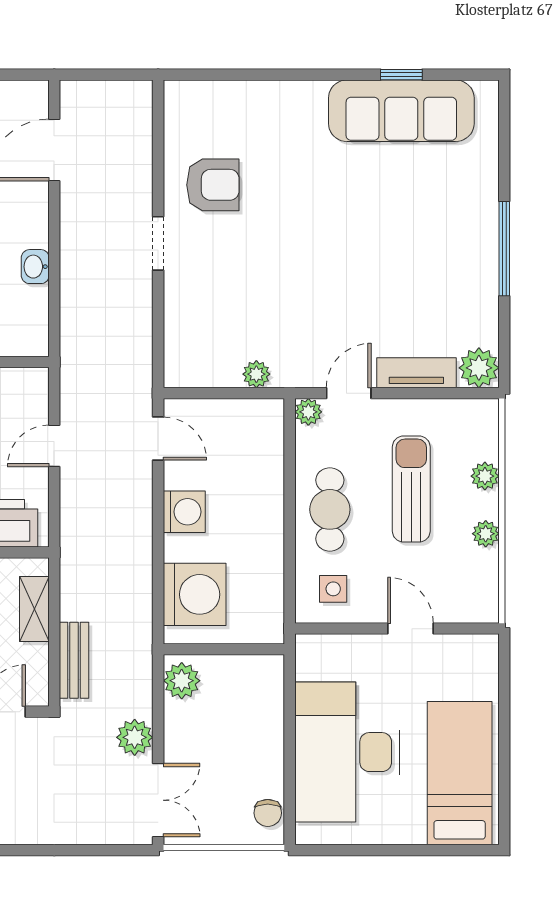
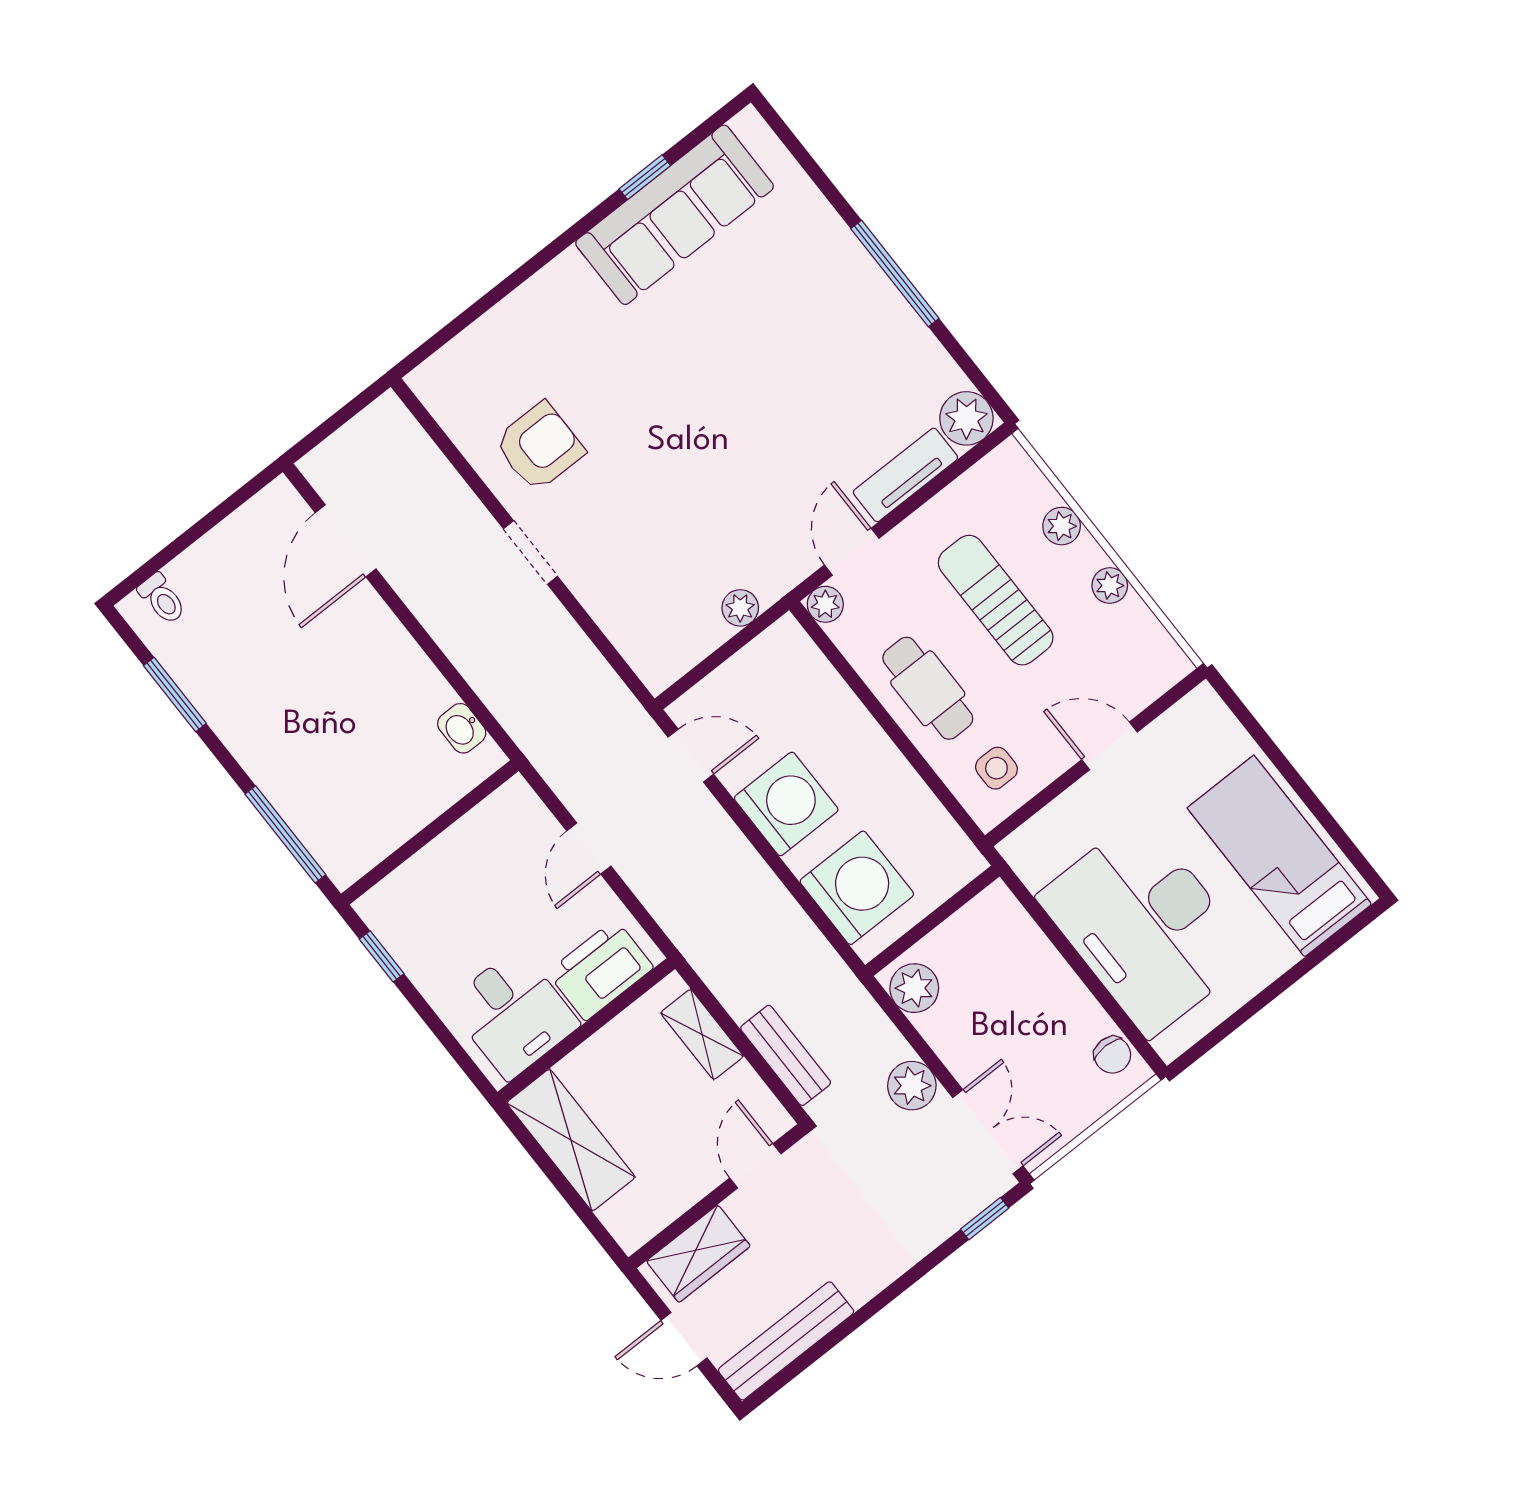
washbasin: (35, 267) -> (462, 728), moved
washing machine: (184, 512) -> (786, 804), width x1.37, depth x1.37
window: (116, 850) -> (985, 1219), added

